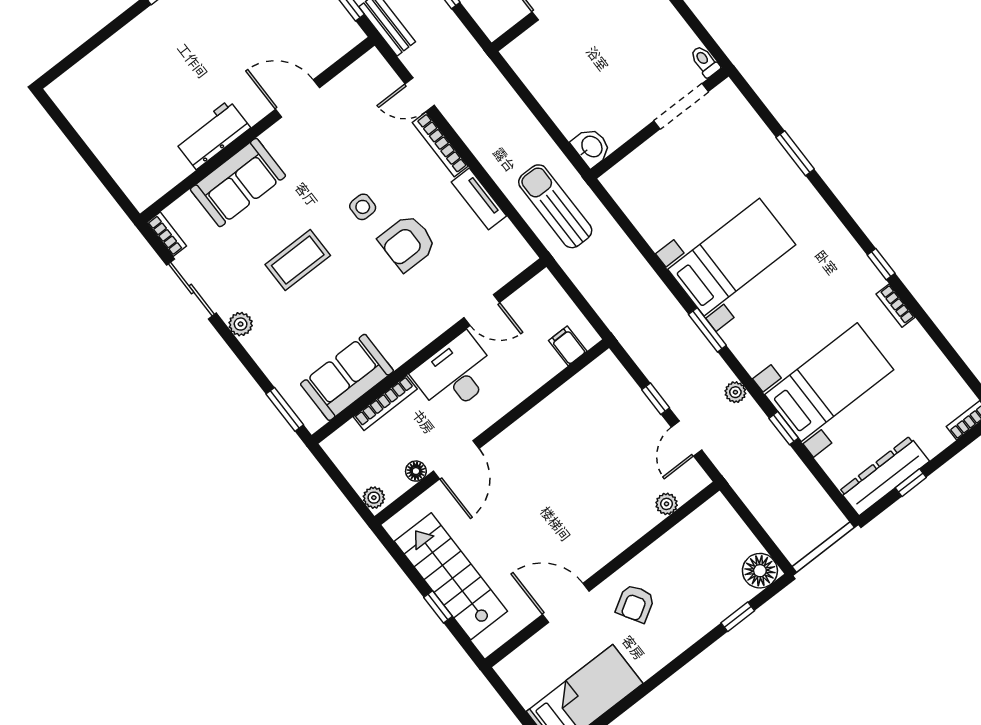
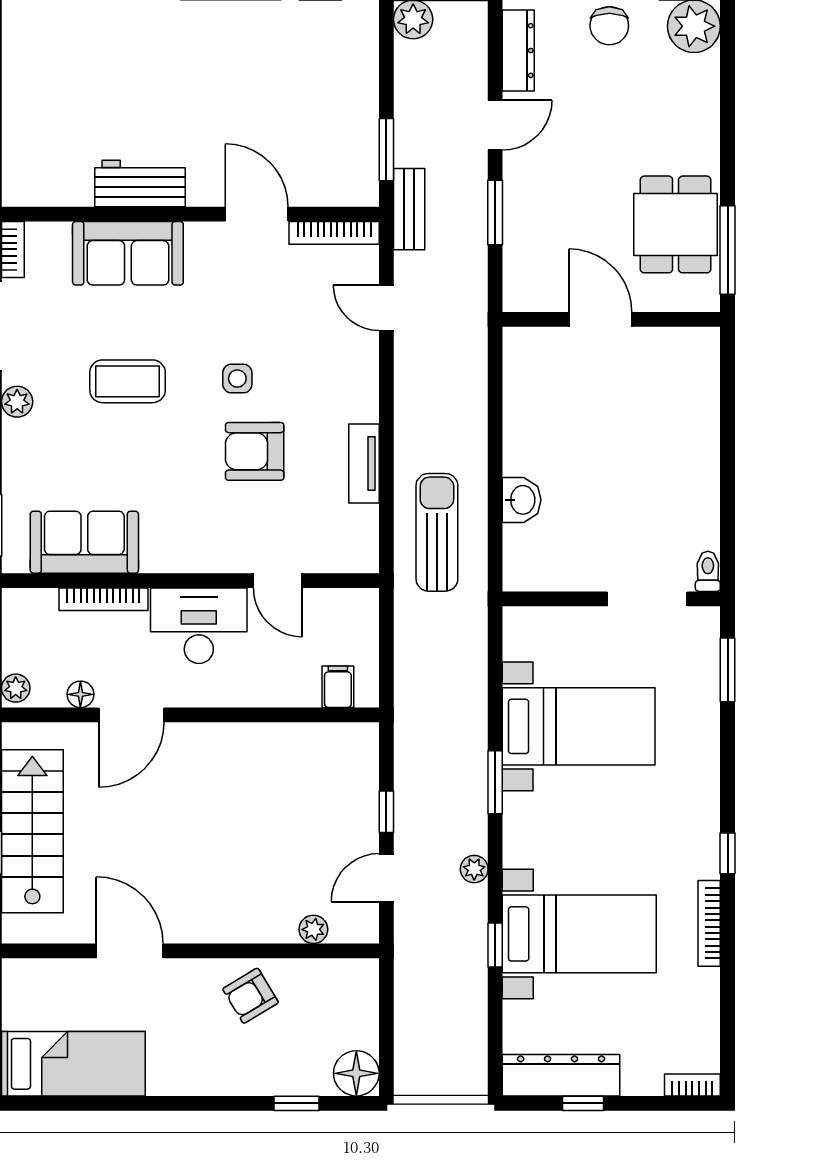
toilet: (705, 61) -> (708, 571), moved
doorway: (681, 106) -> (647, 599), moved
wall: (659, 123) -> (611, 599), moved
bookcase: (440, 144) -> (334, 233), moved, turned -90
bookcase: (896, 306) -> (709, 923), width x1.56
armchair: (635, 603) -> (251, 996), moved

